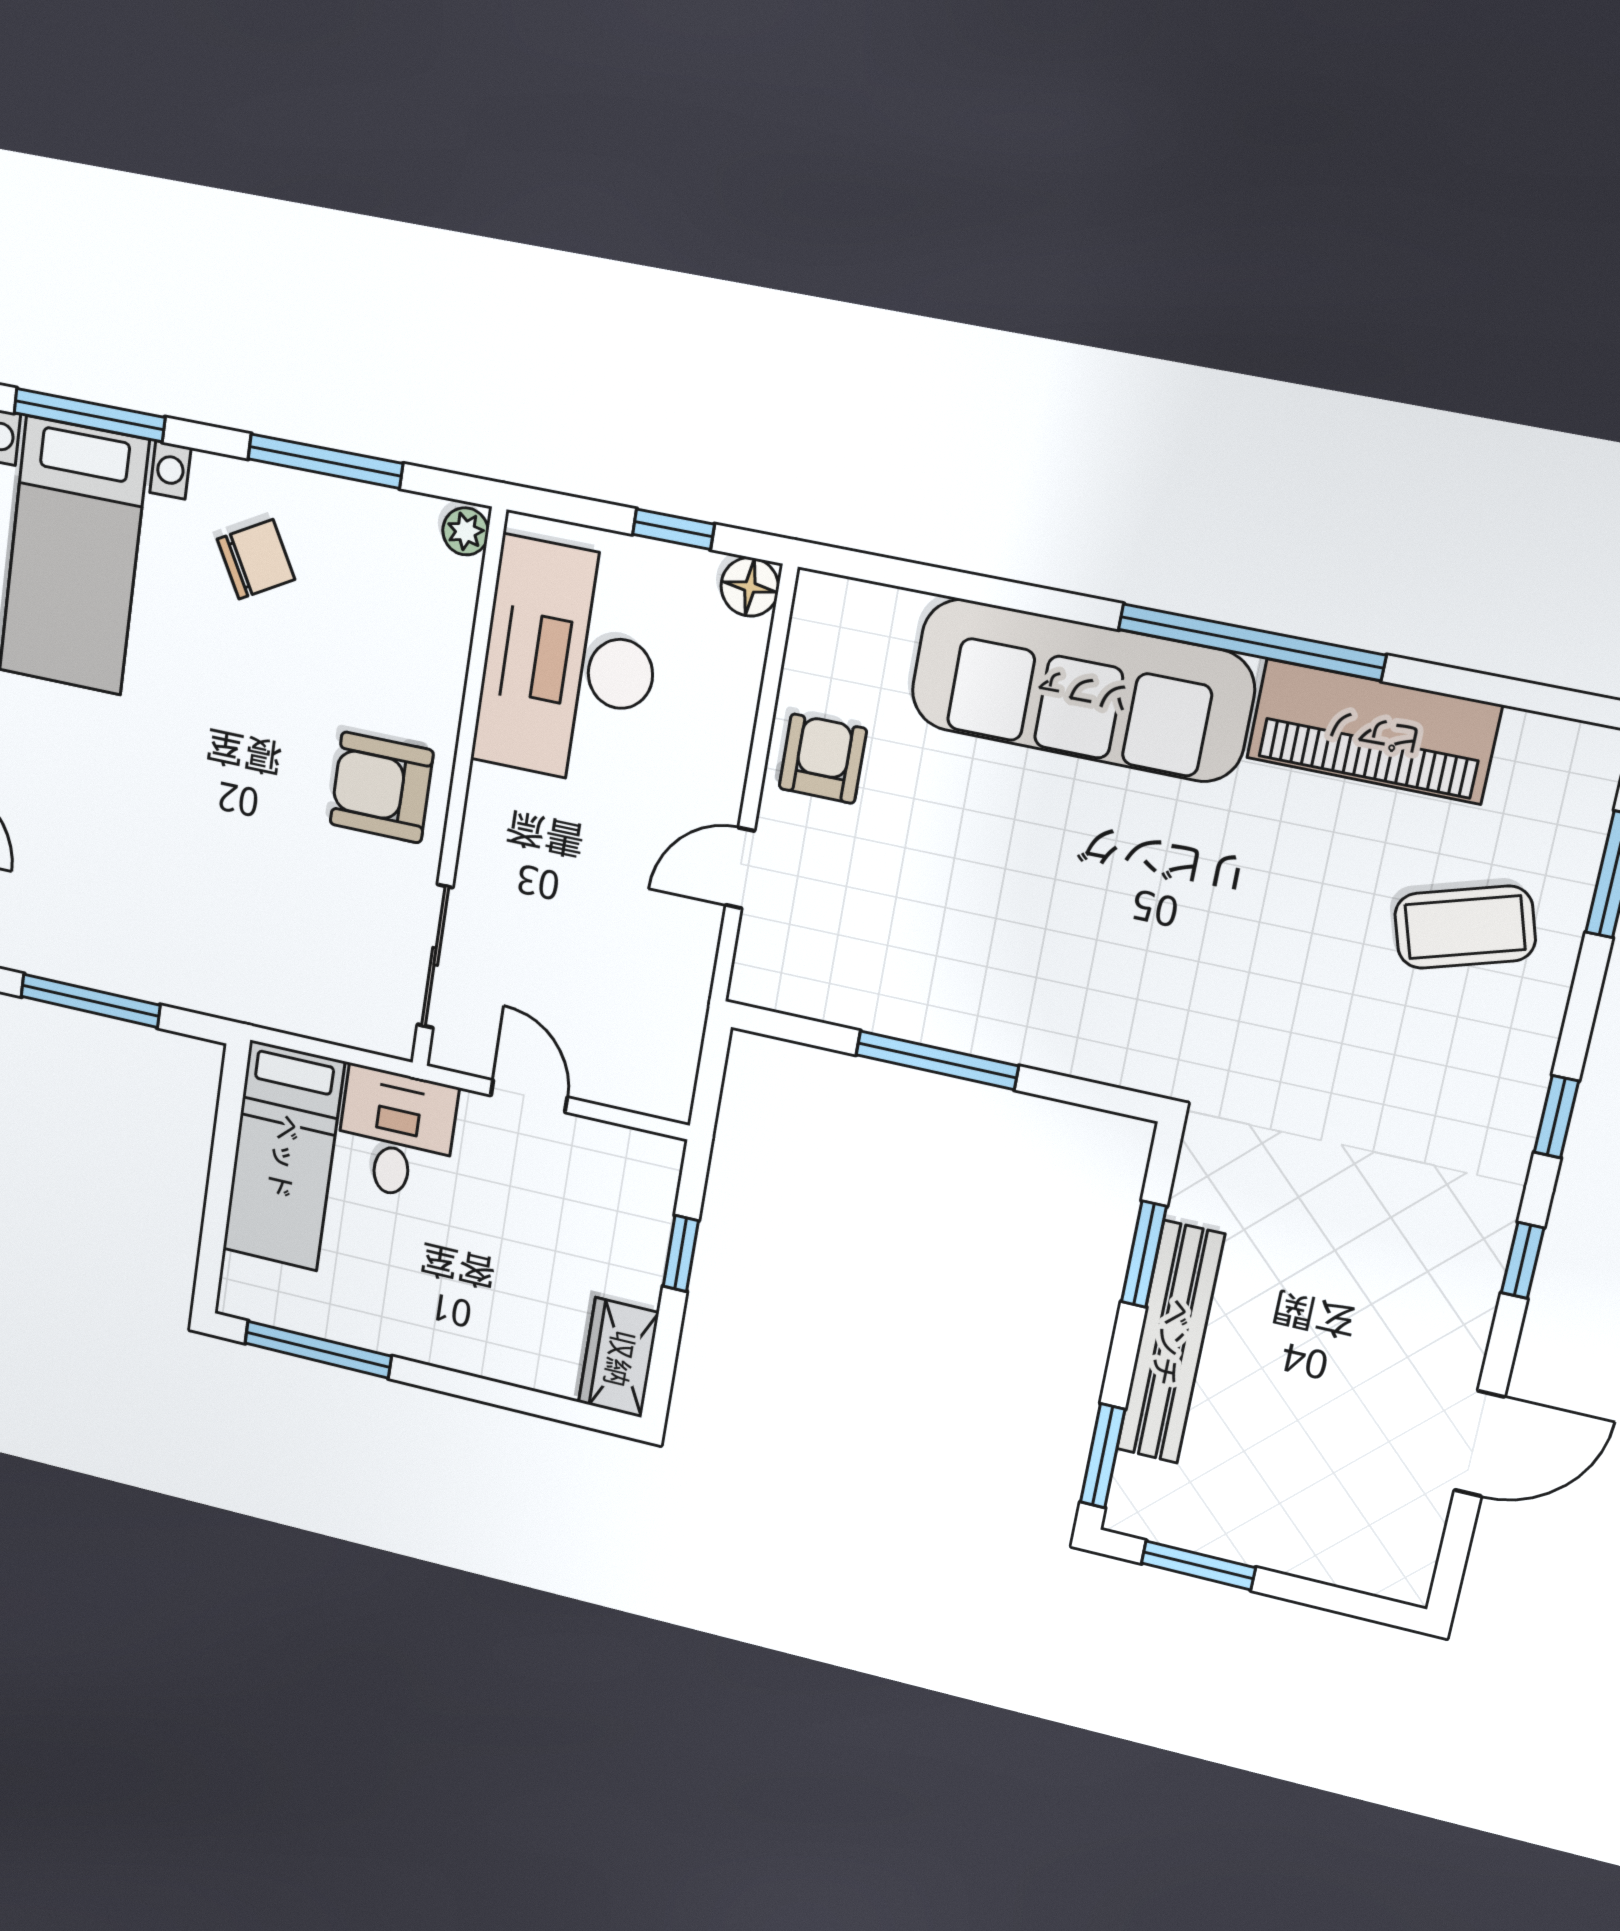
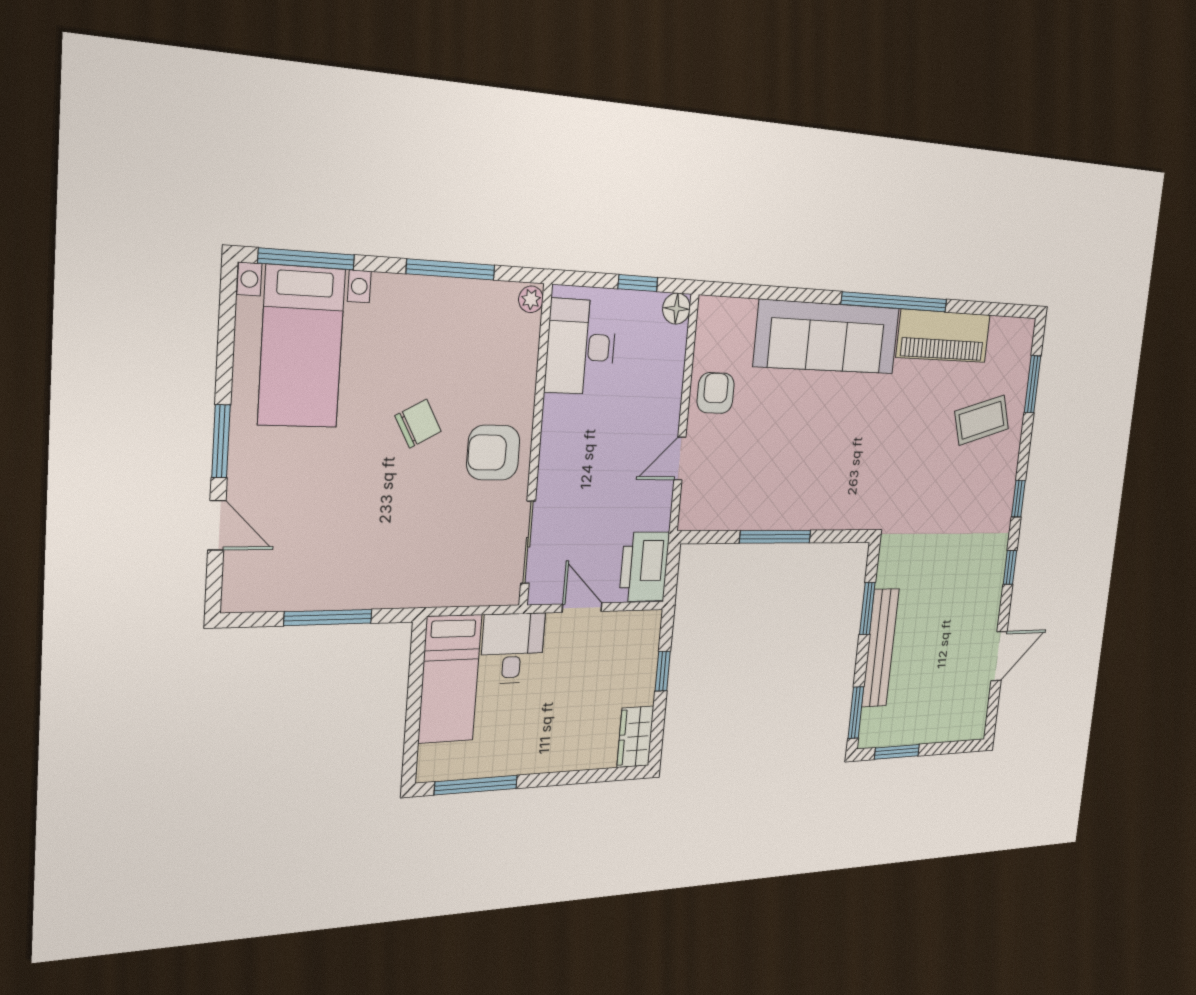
chair: (256, 559) -> (418, 424), moved
desk: (569, 663) -> (581, 347), width x0.73, depth x0.77
printer: (655, 1052) -> (644, 567), added

